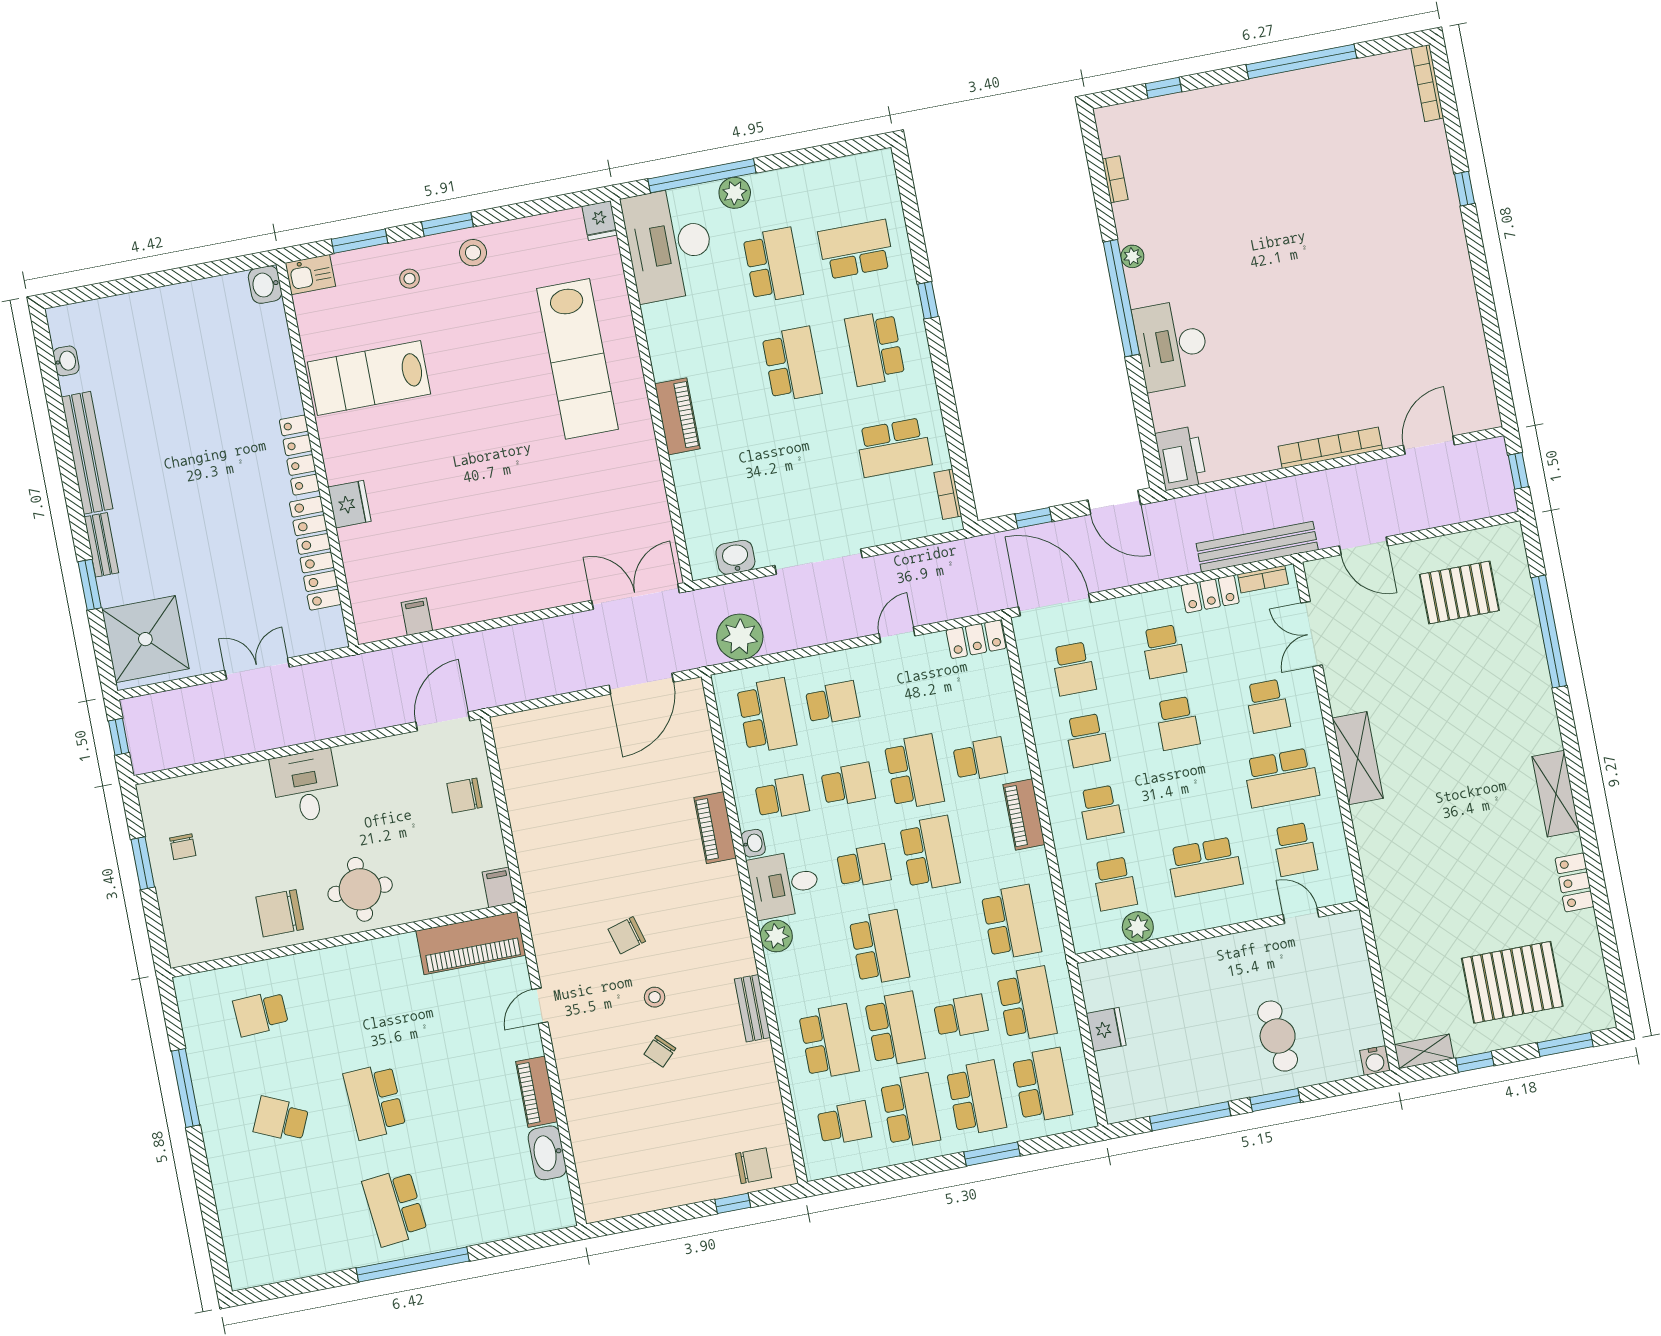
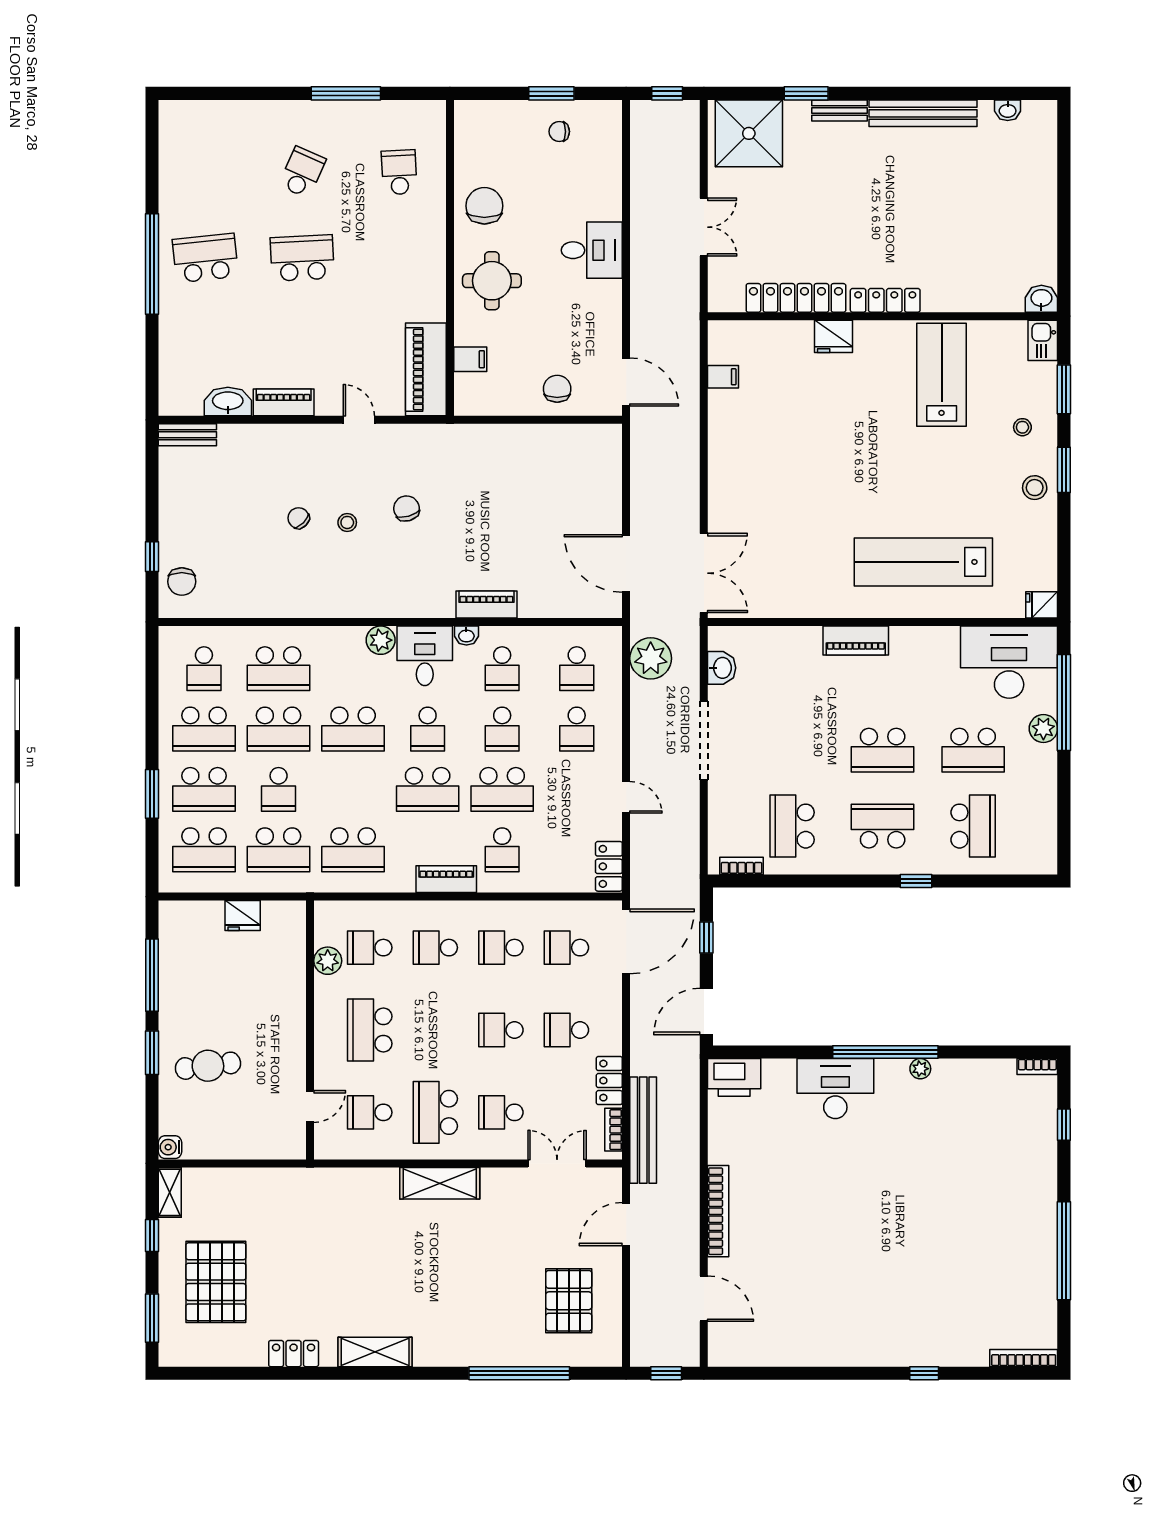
bookcase: (1115, 179) -> (1037, 1067), moved
school desk: (767, 716) -> (577, 669), width x0.54
filing cabinet: (499, 887) -> (470, 359), moved
bench: (752, 1008) -> (187, 435), moved

